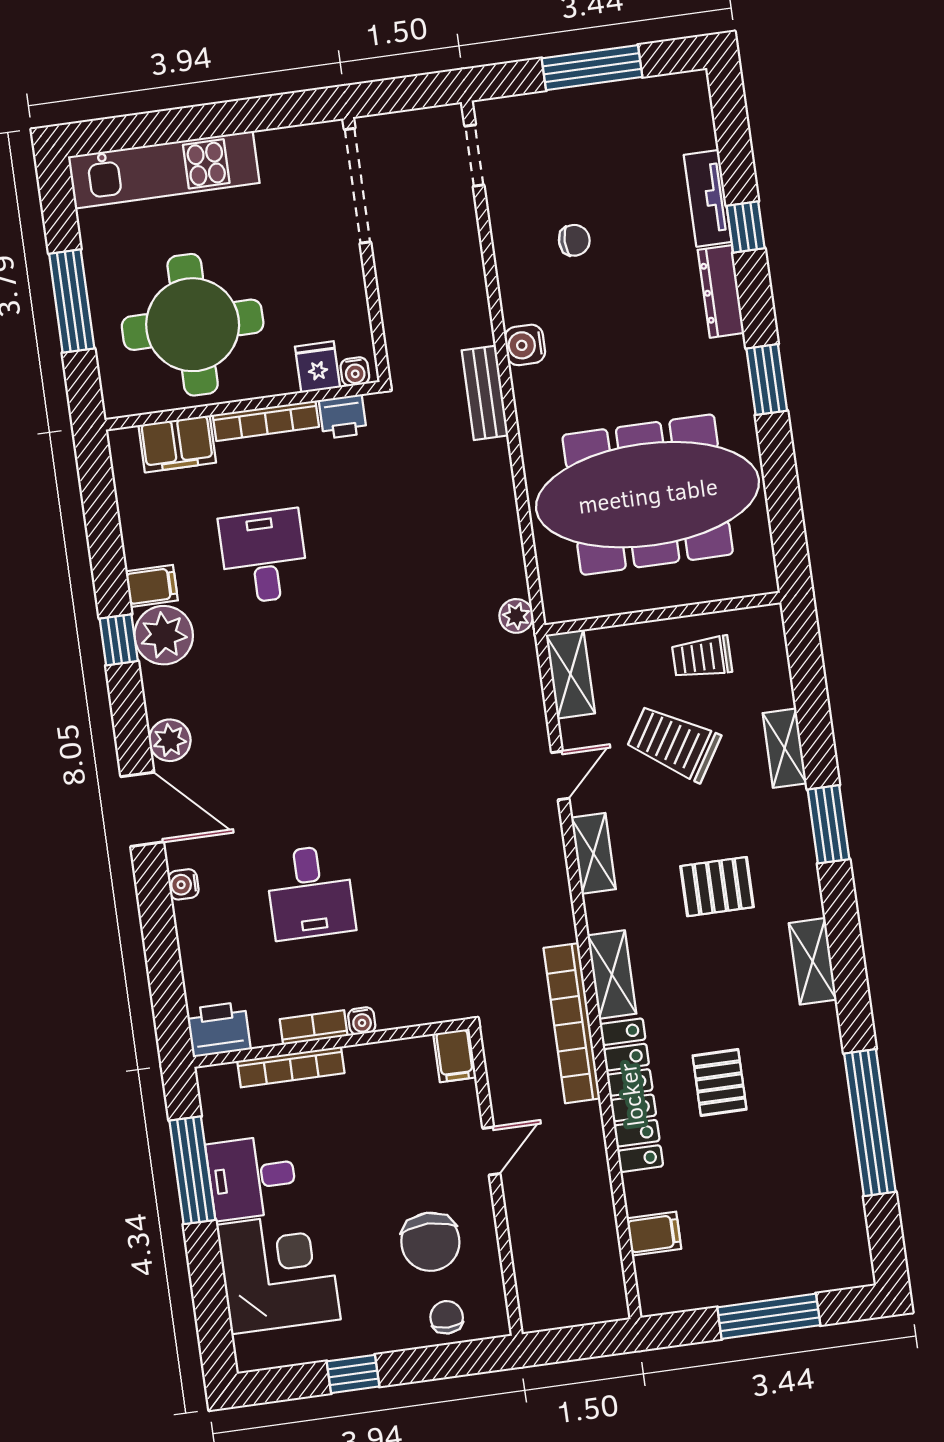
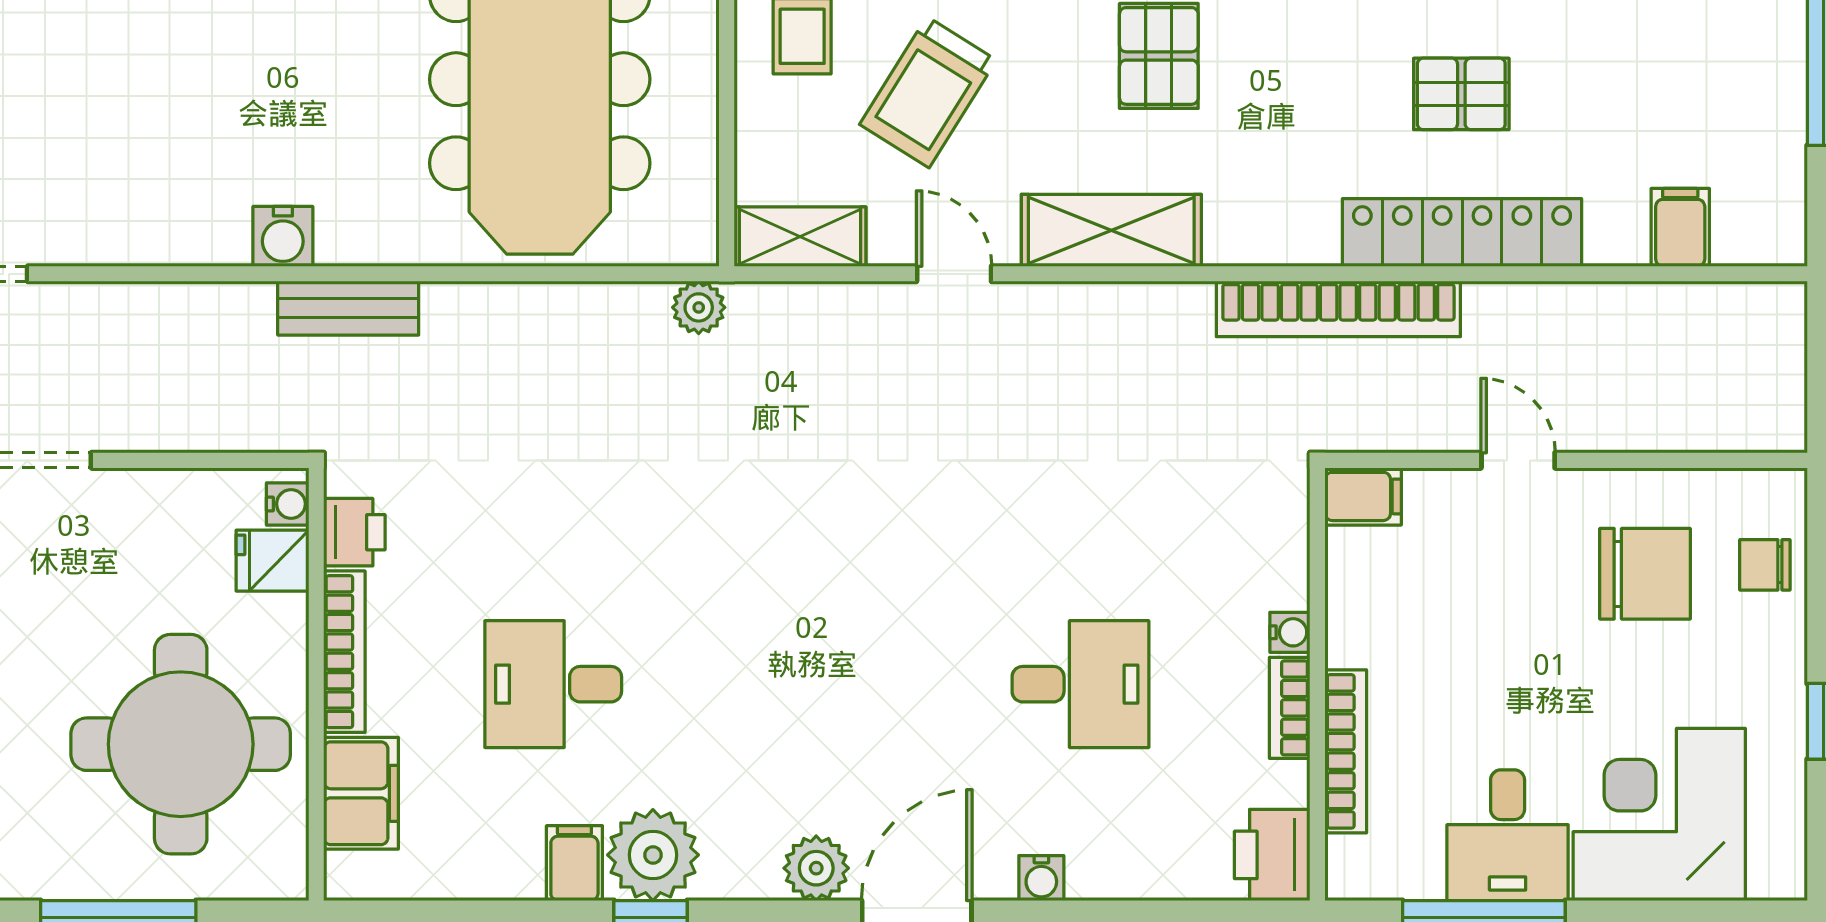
chair: (574, 240) -> (132, 138), removed
shelving: (593, 853) -> (1111, 230), width x1.50, depth x1.33
shelving: (612, 974) -> (1272, 237), removed

